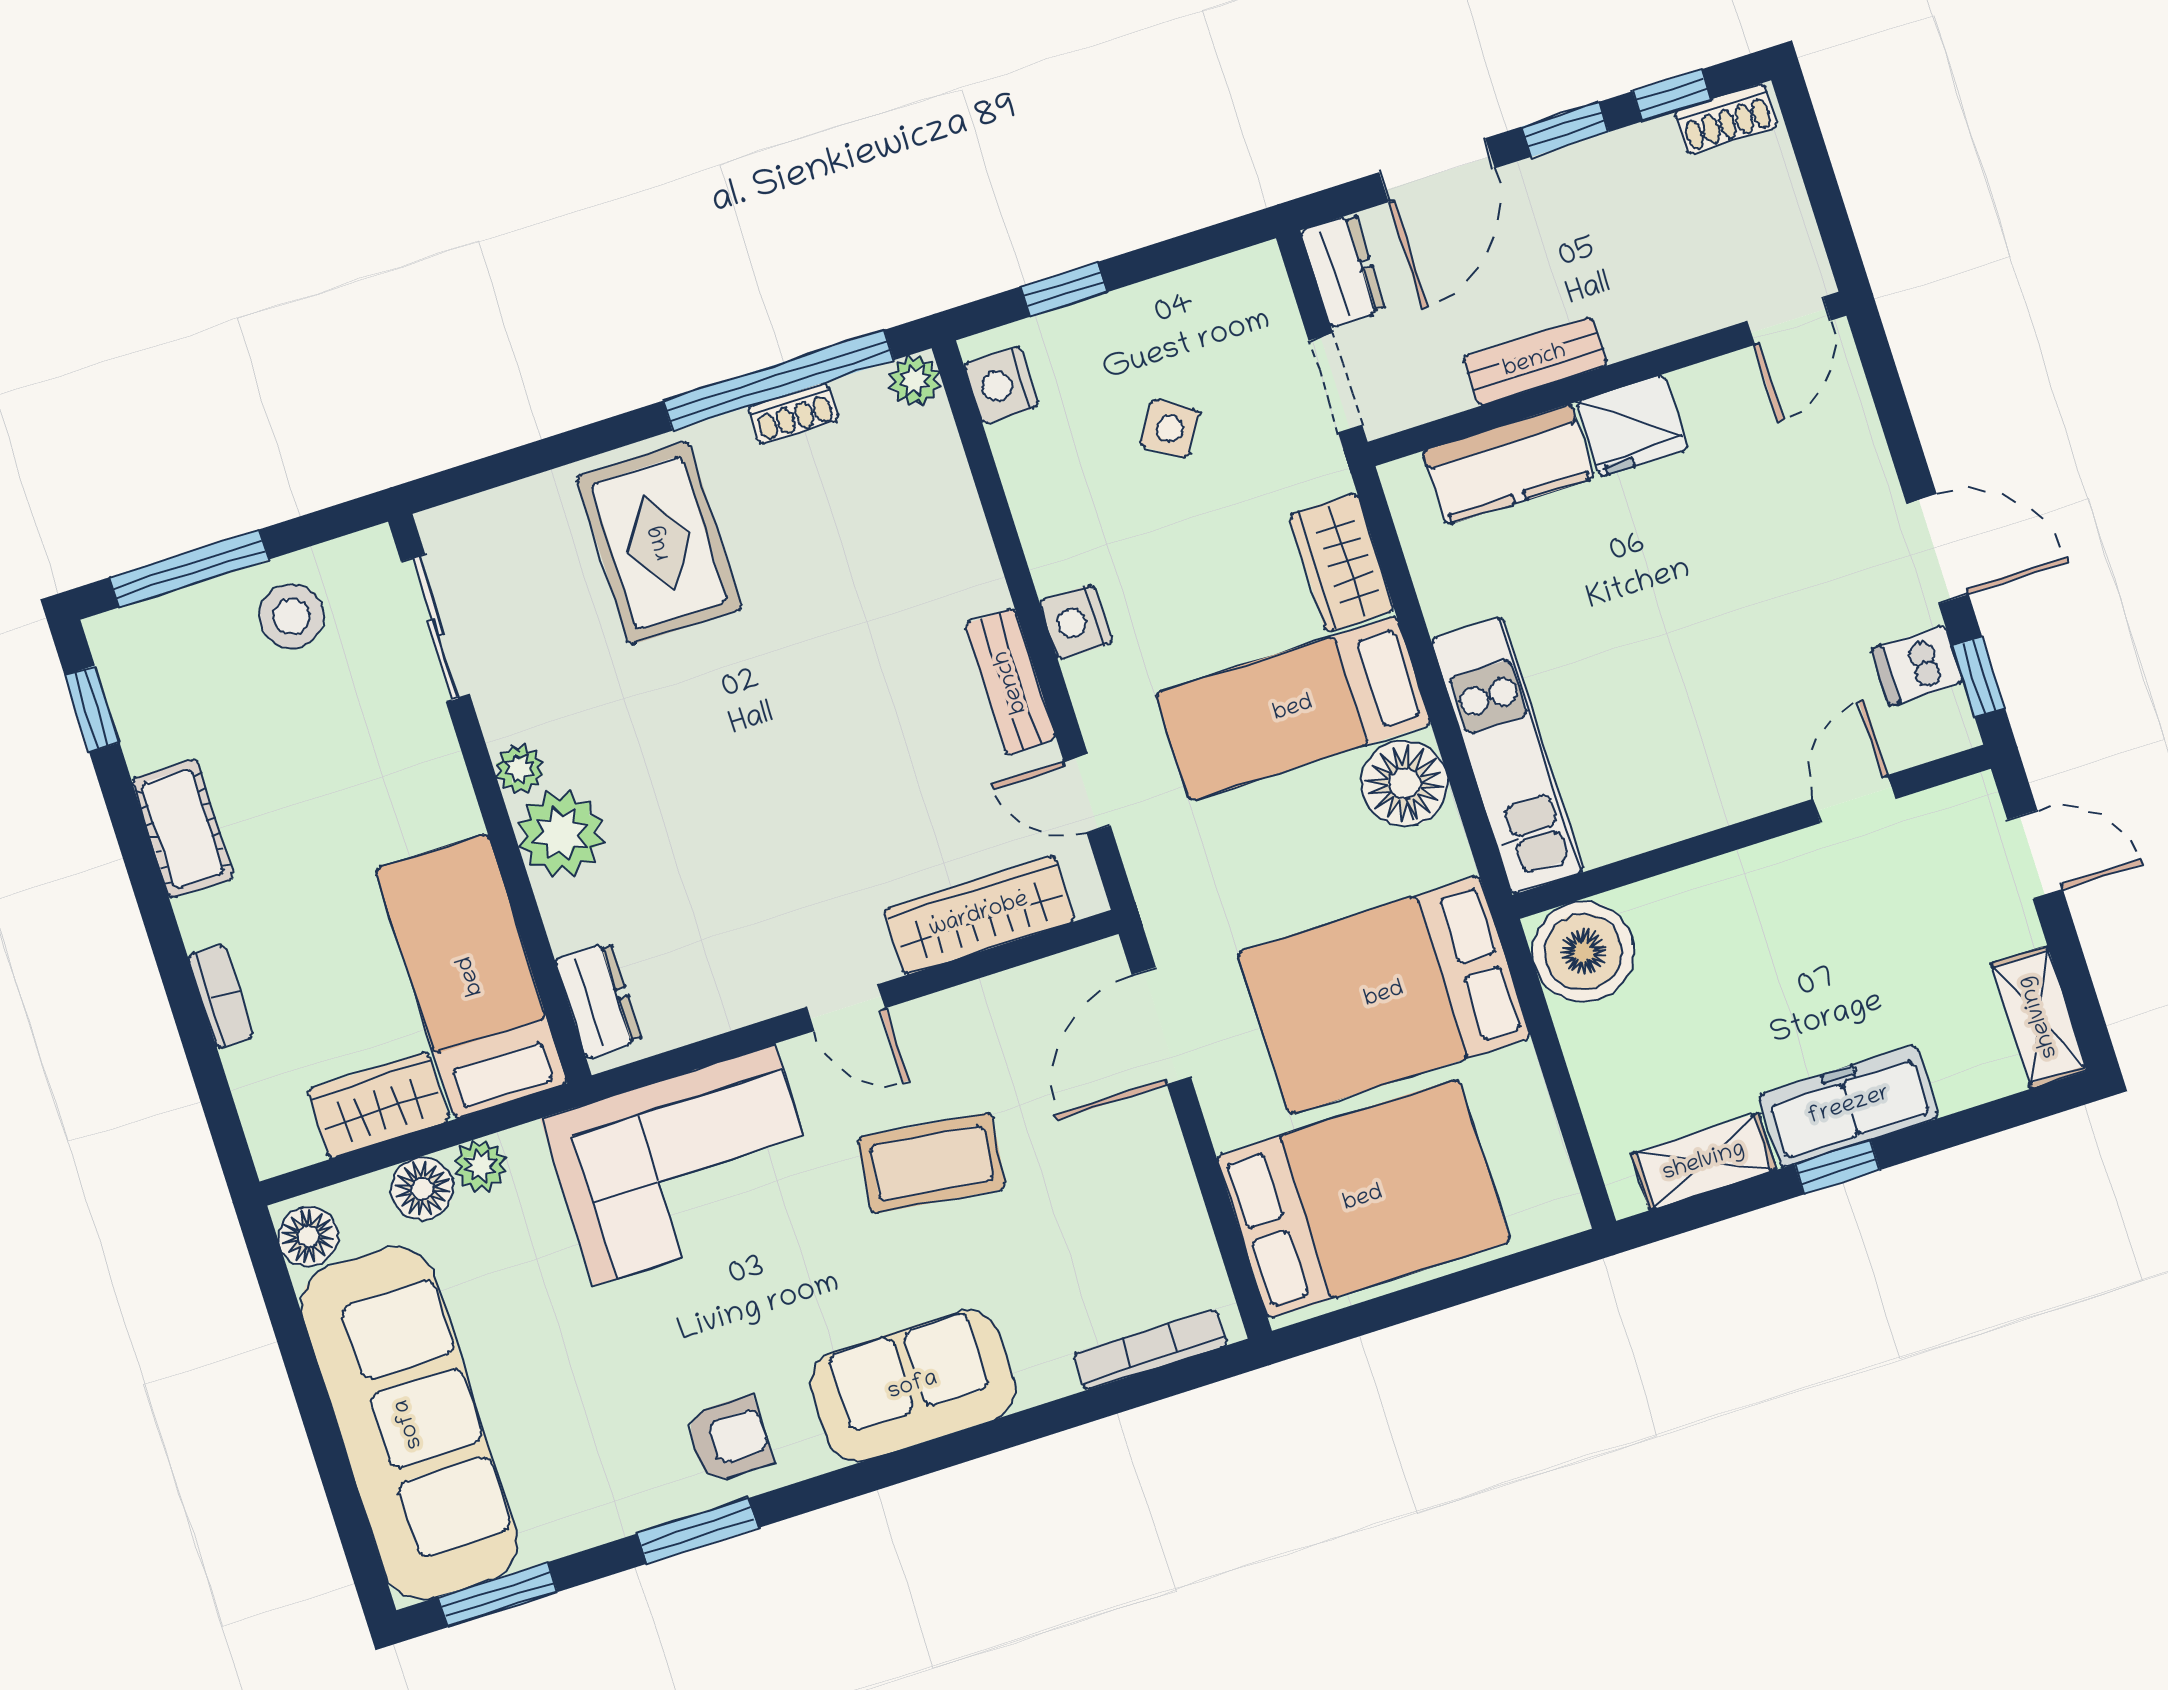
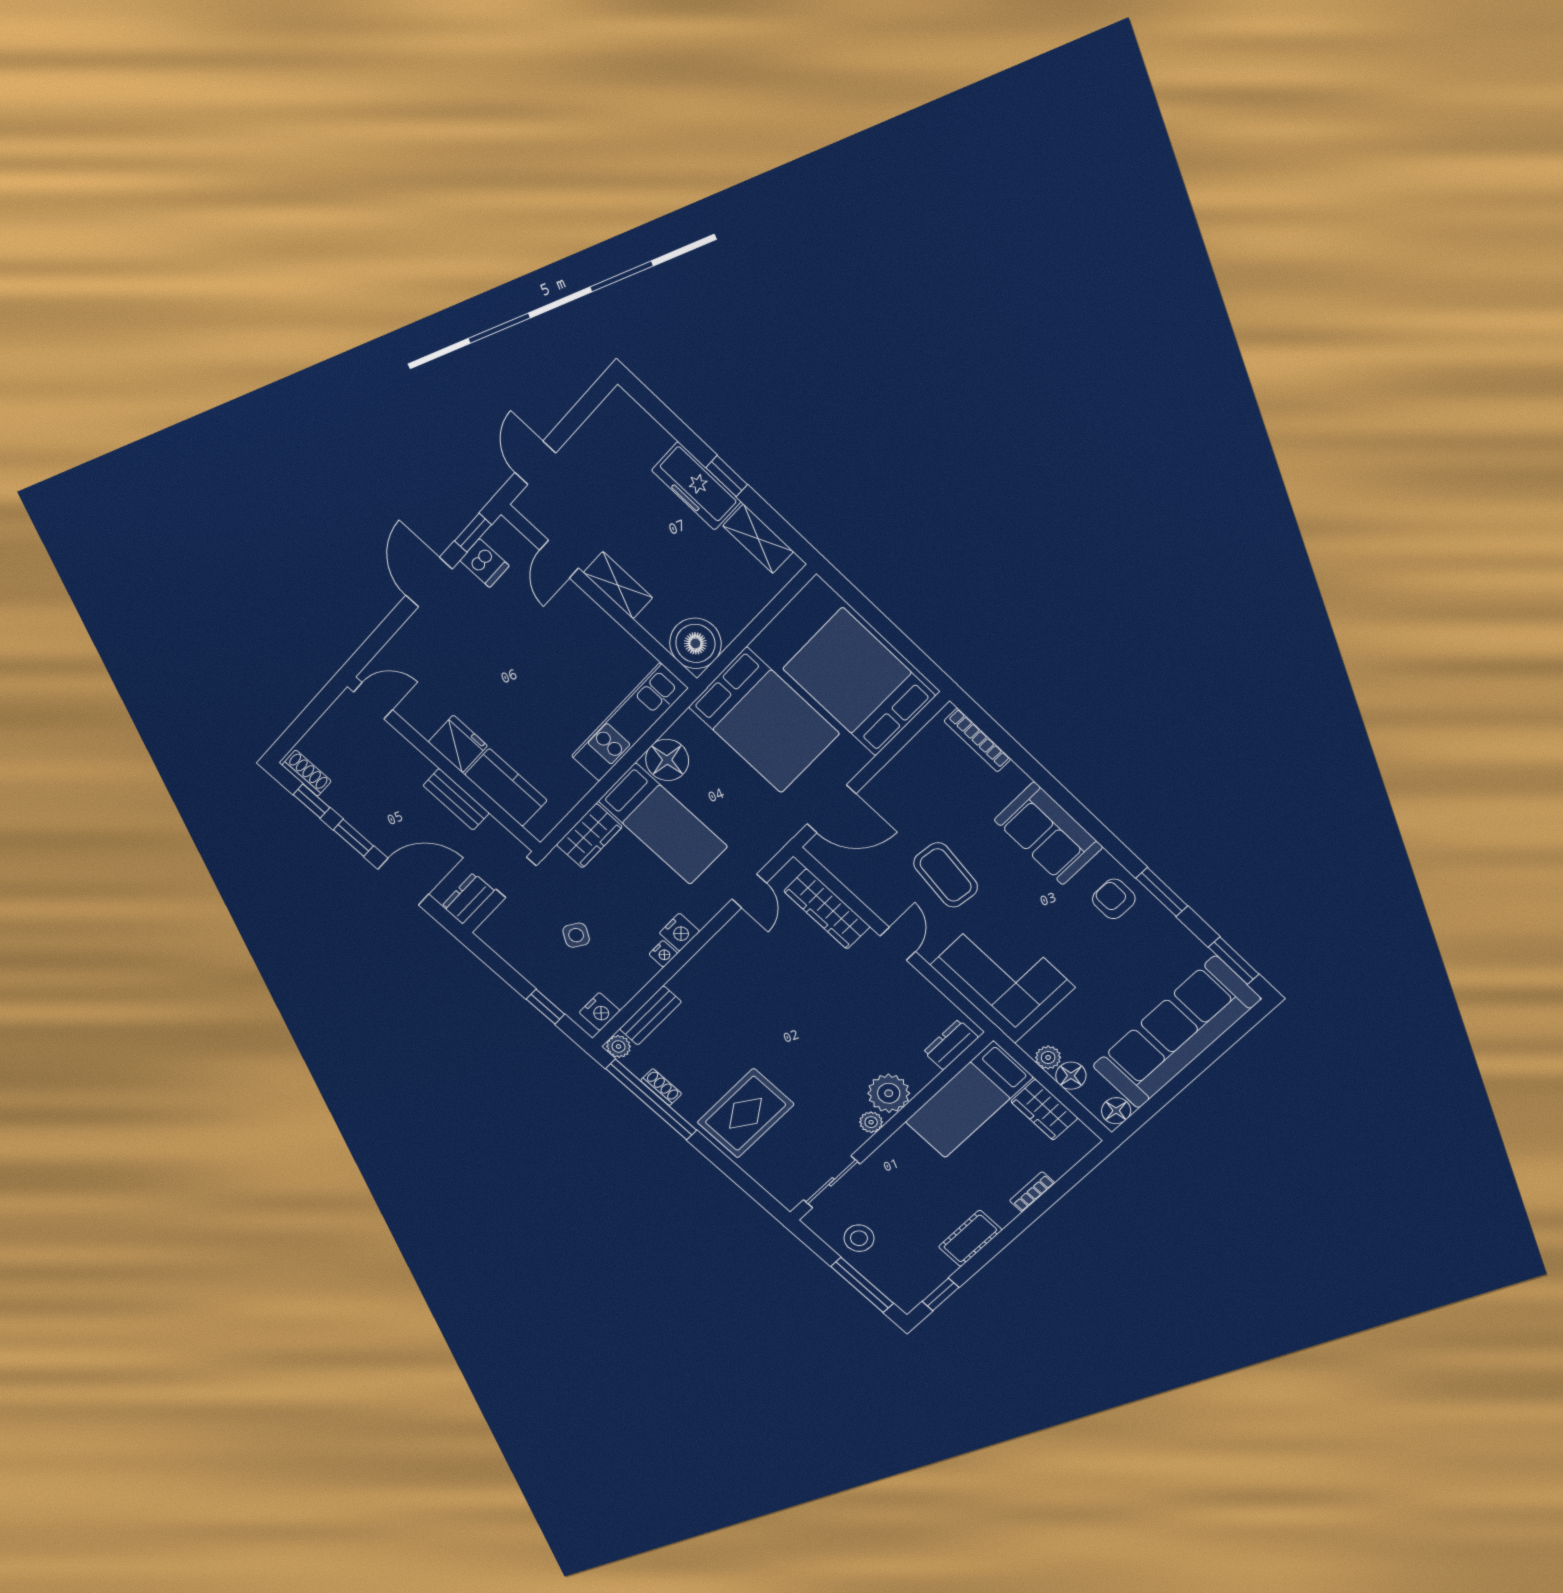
nightstand: (1051, 568) -> (663, 954), added
bench: (1011, 682) -> (650, 1015), moved
door: (1854, 799) -> (559, 559), hinge flipped
shelving: (2039, 1017) -> (618, 585), moved, turned 90

